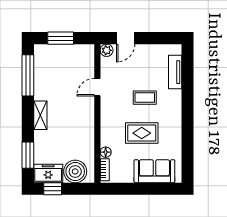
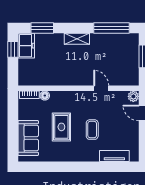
boiler: (75, 171) -> (28, 69), removed

